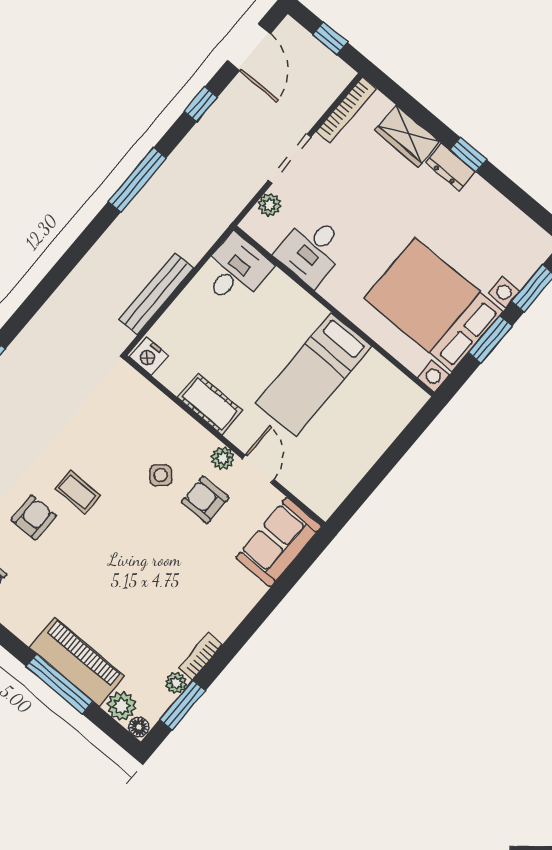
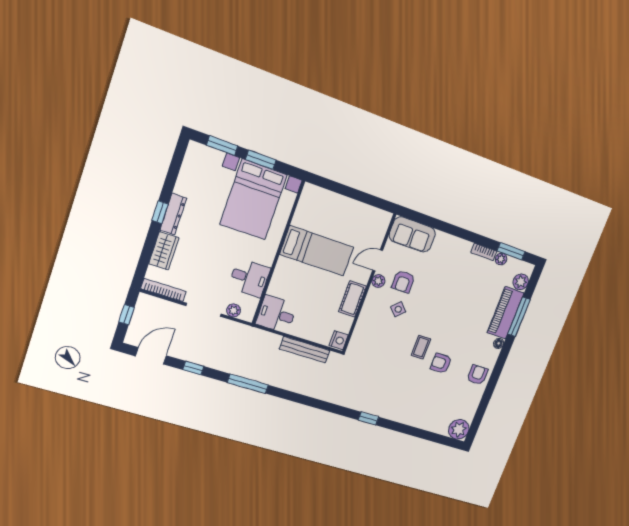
dresser: (450, 167) -> (173, 214), width x1.44
floor lamp: (139, 727) -> (499, 343), moved

